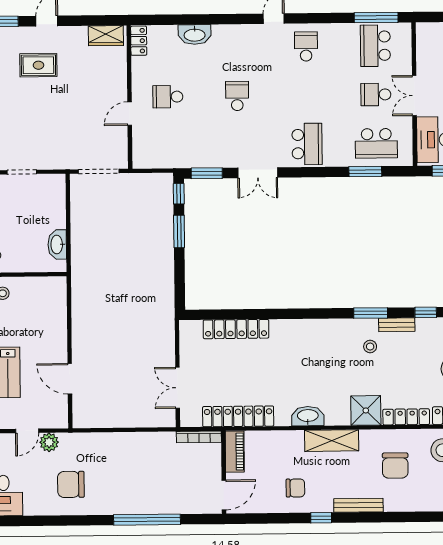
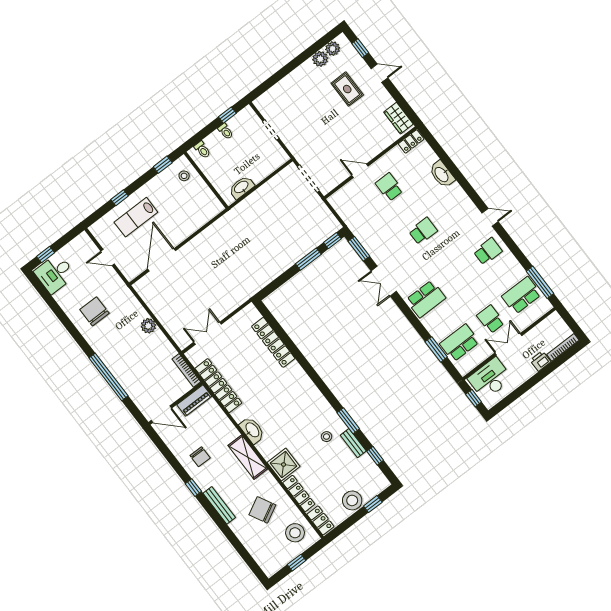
school desk: (376, 143) -> (460, 343), turned 90
door: (70, 379) -> (162, 260), width x1.36
plant: (49, 442) -> (148, 326), moved
chair: (395, 466) -> (262, 510), turned 62

